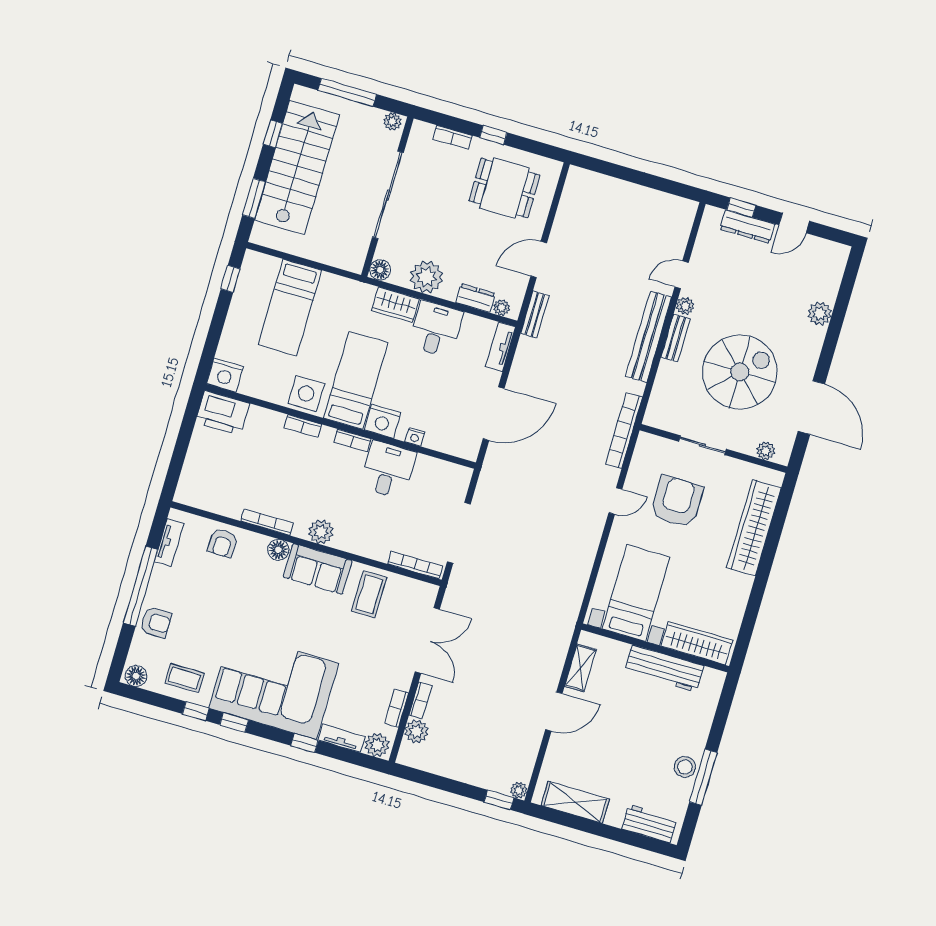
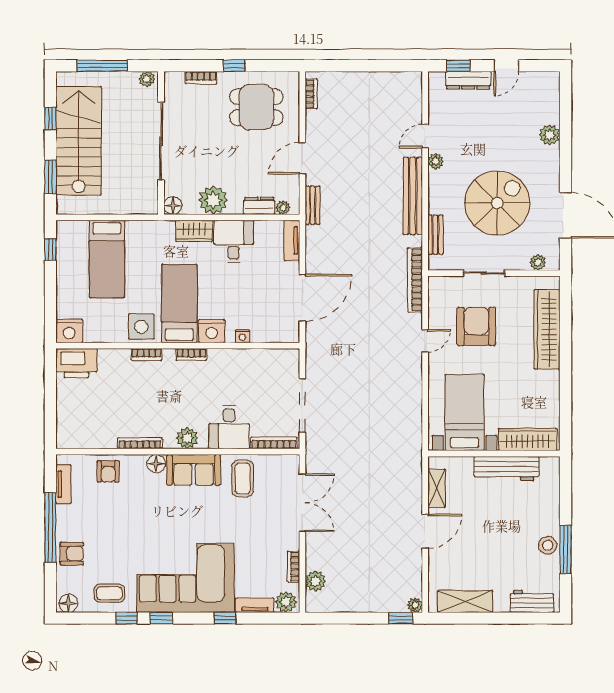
bench: (676, 338) -> (435, 235), moved
desk: (388, 470) -> (229, 427), moved, turned 180
bookcase: (420, 700) -> (311, 94), moved

